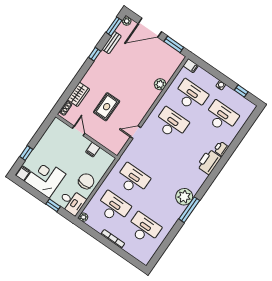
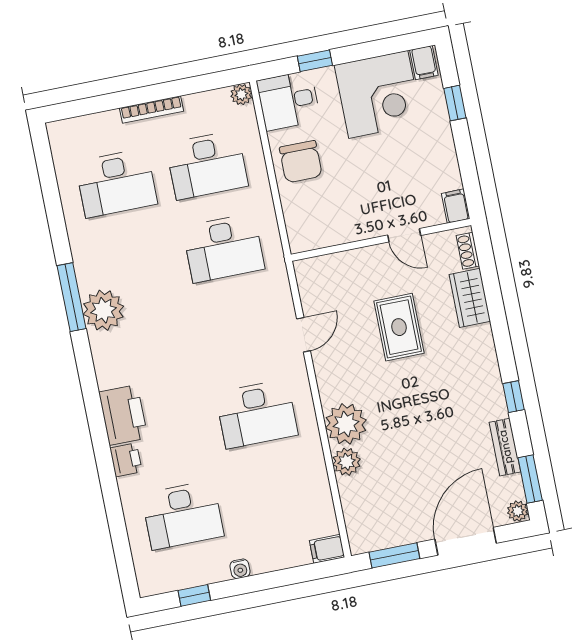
plant: (149, 95) -> (346, 424), added
desk: (191, 96) -> (273, 497), removed
filing cabinet: (93, 150) -> (456, 206), moved

